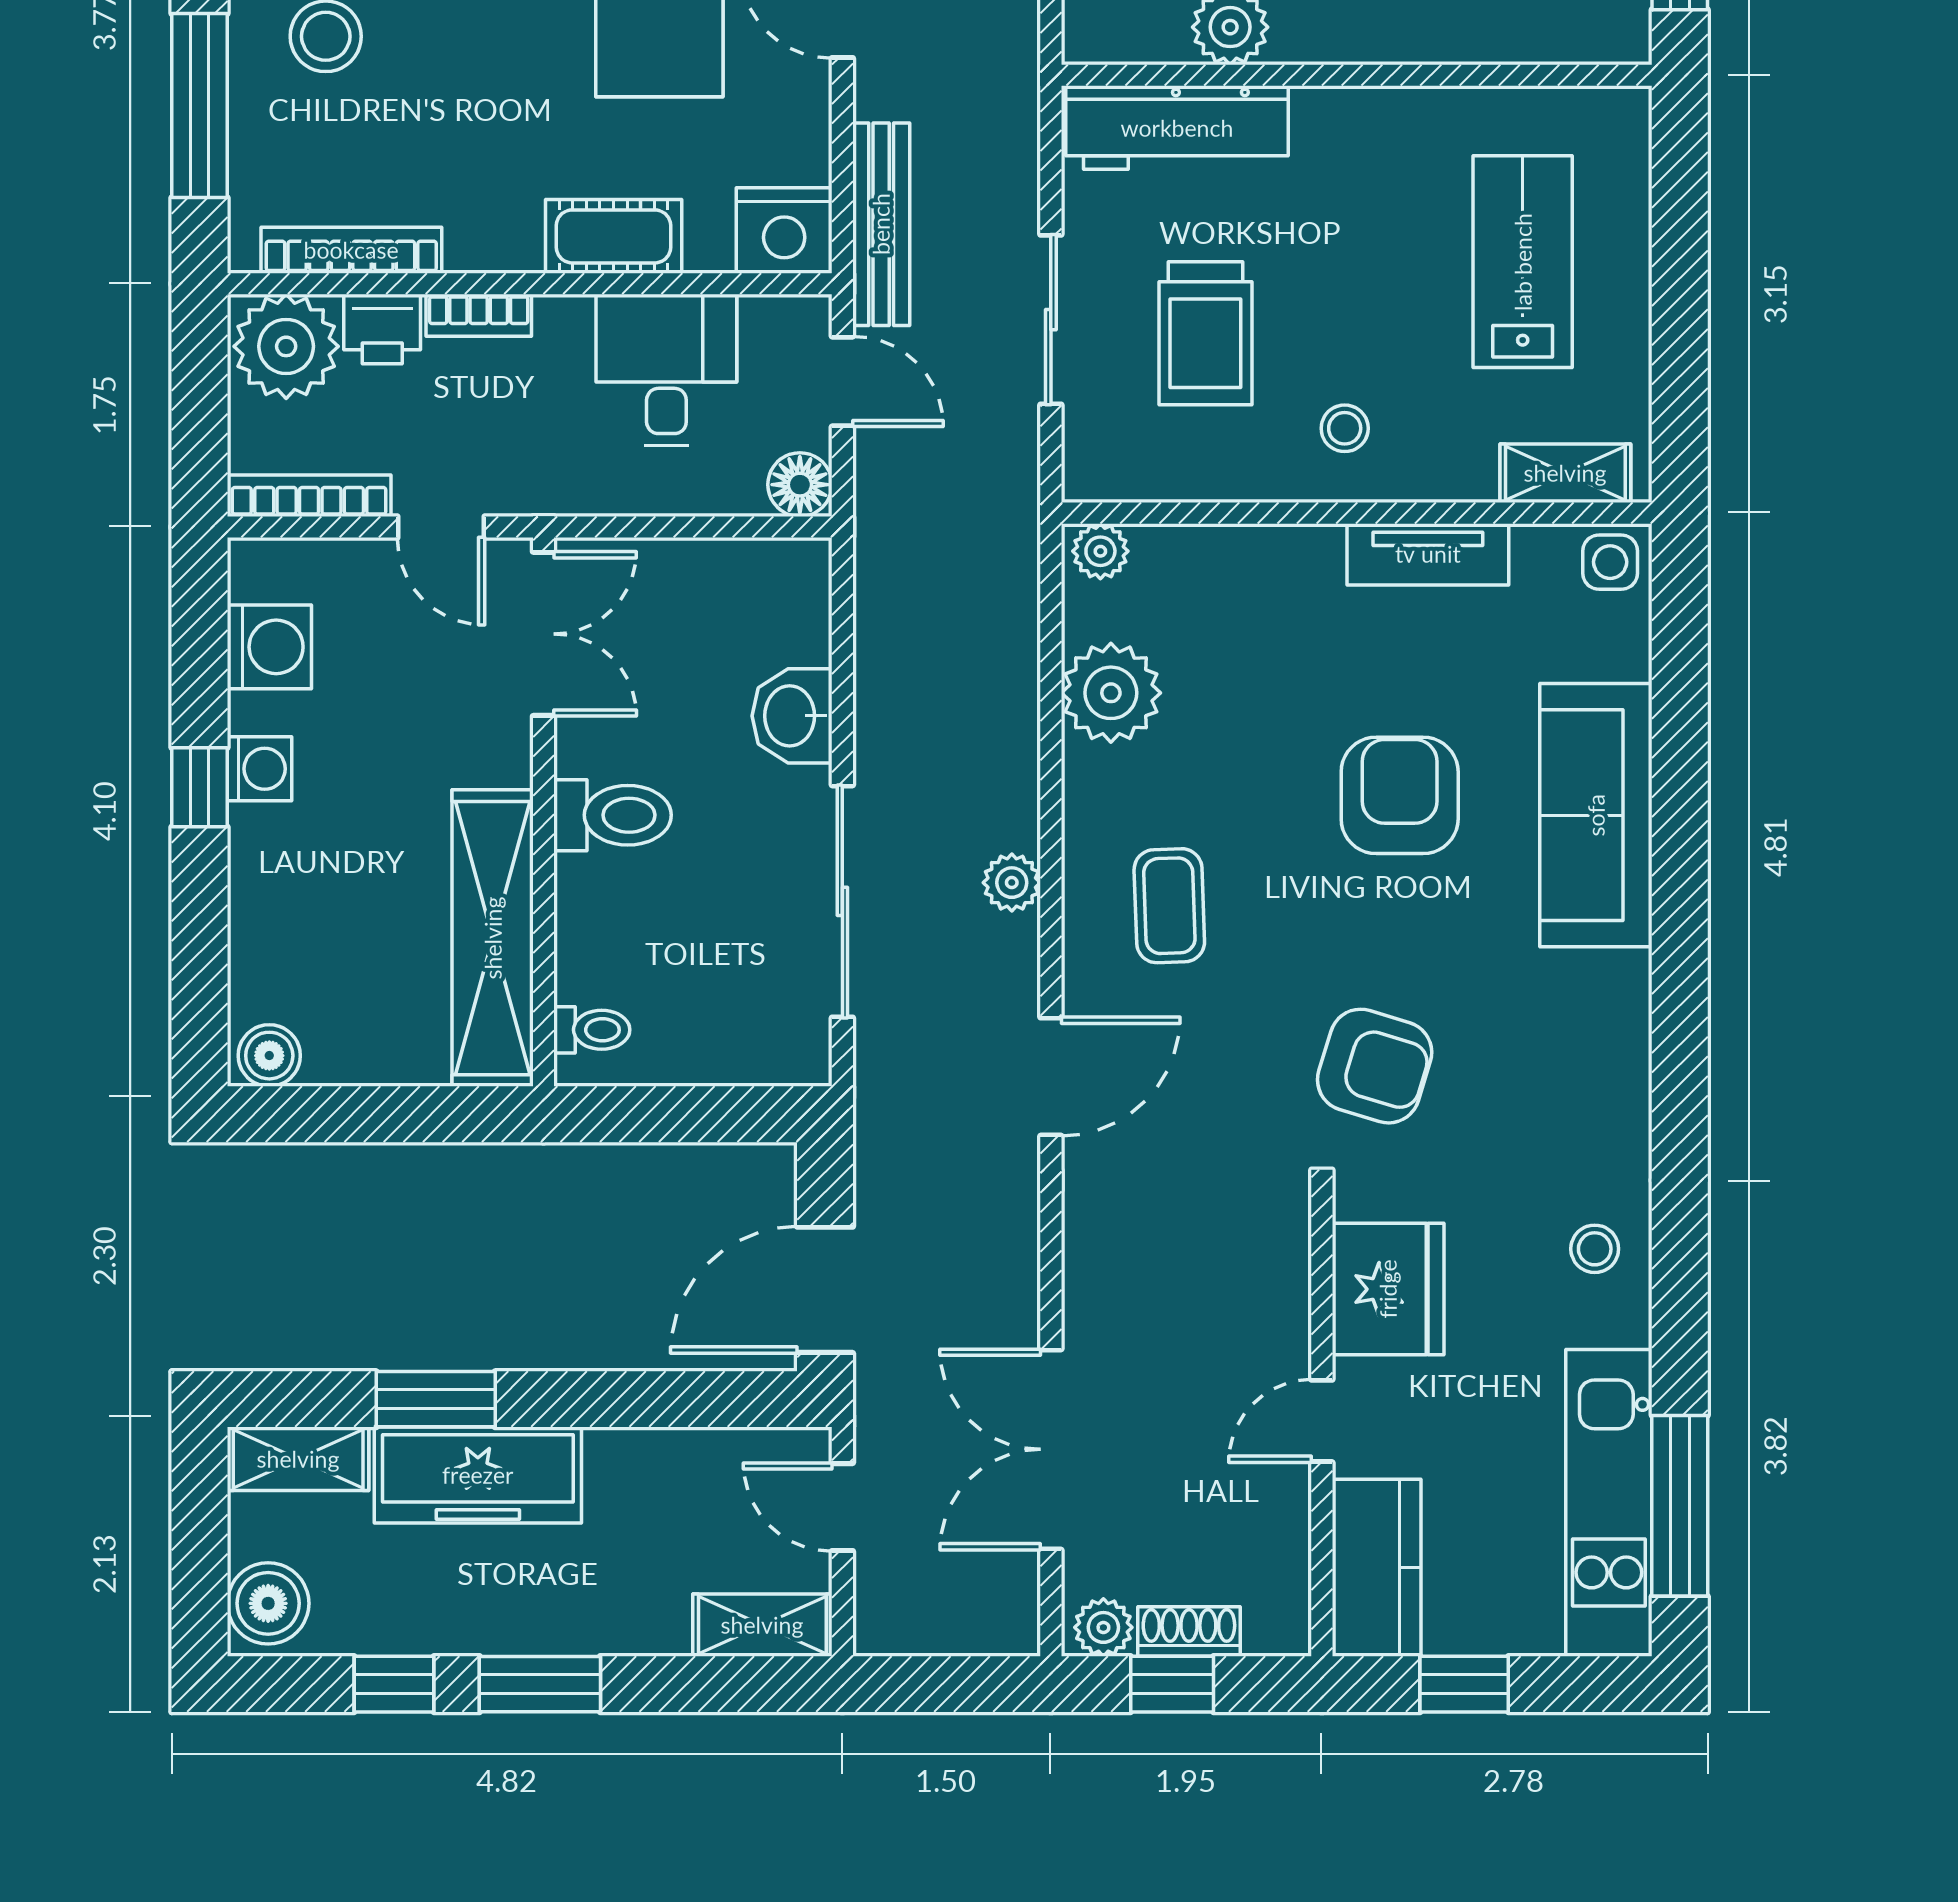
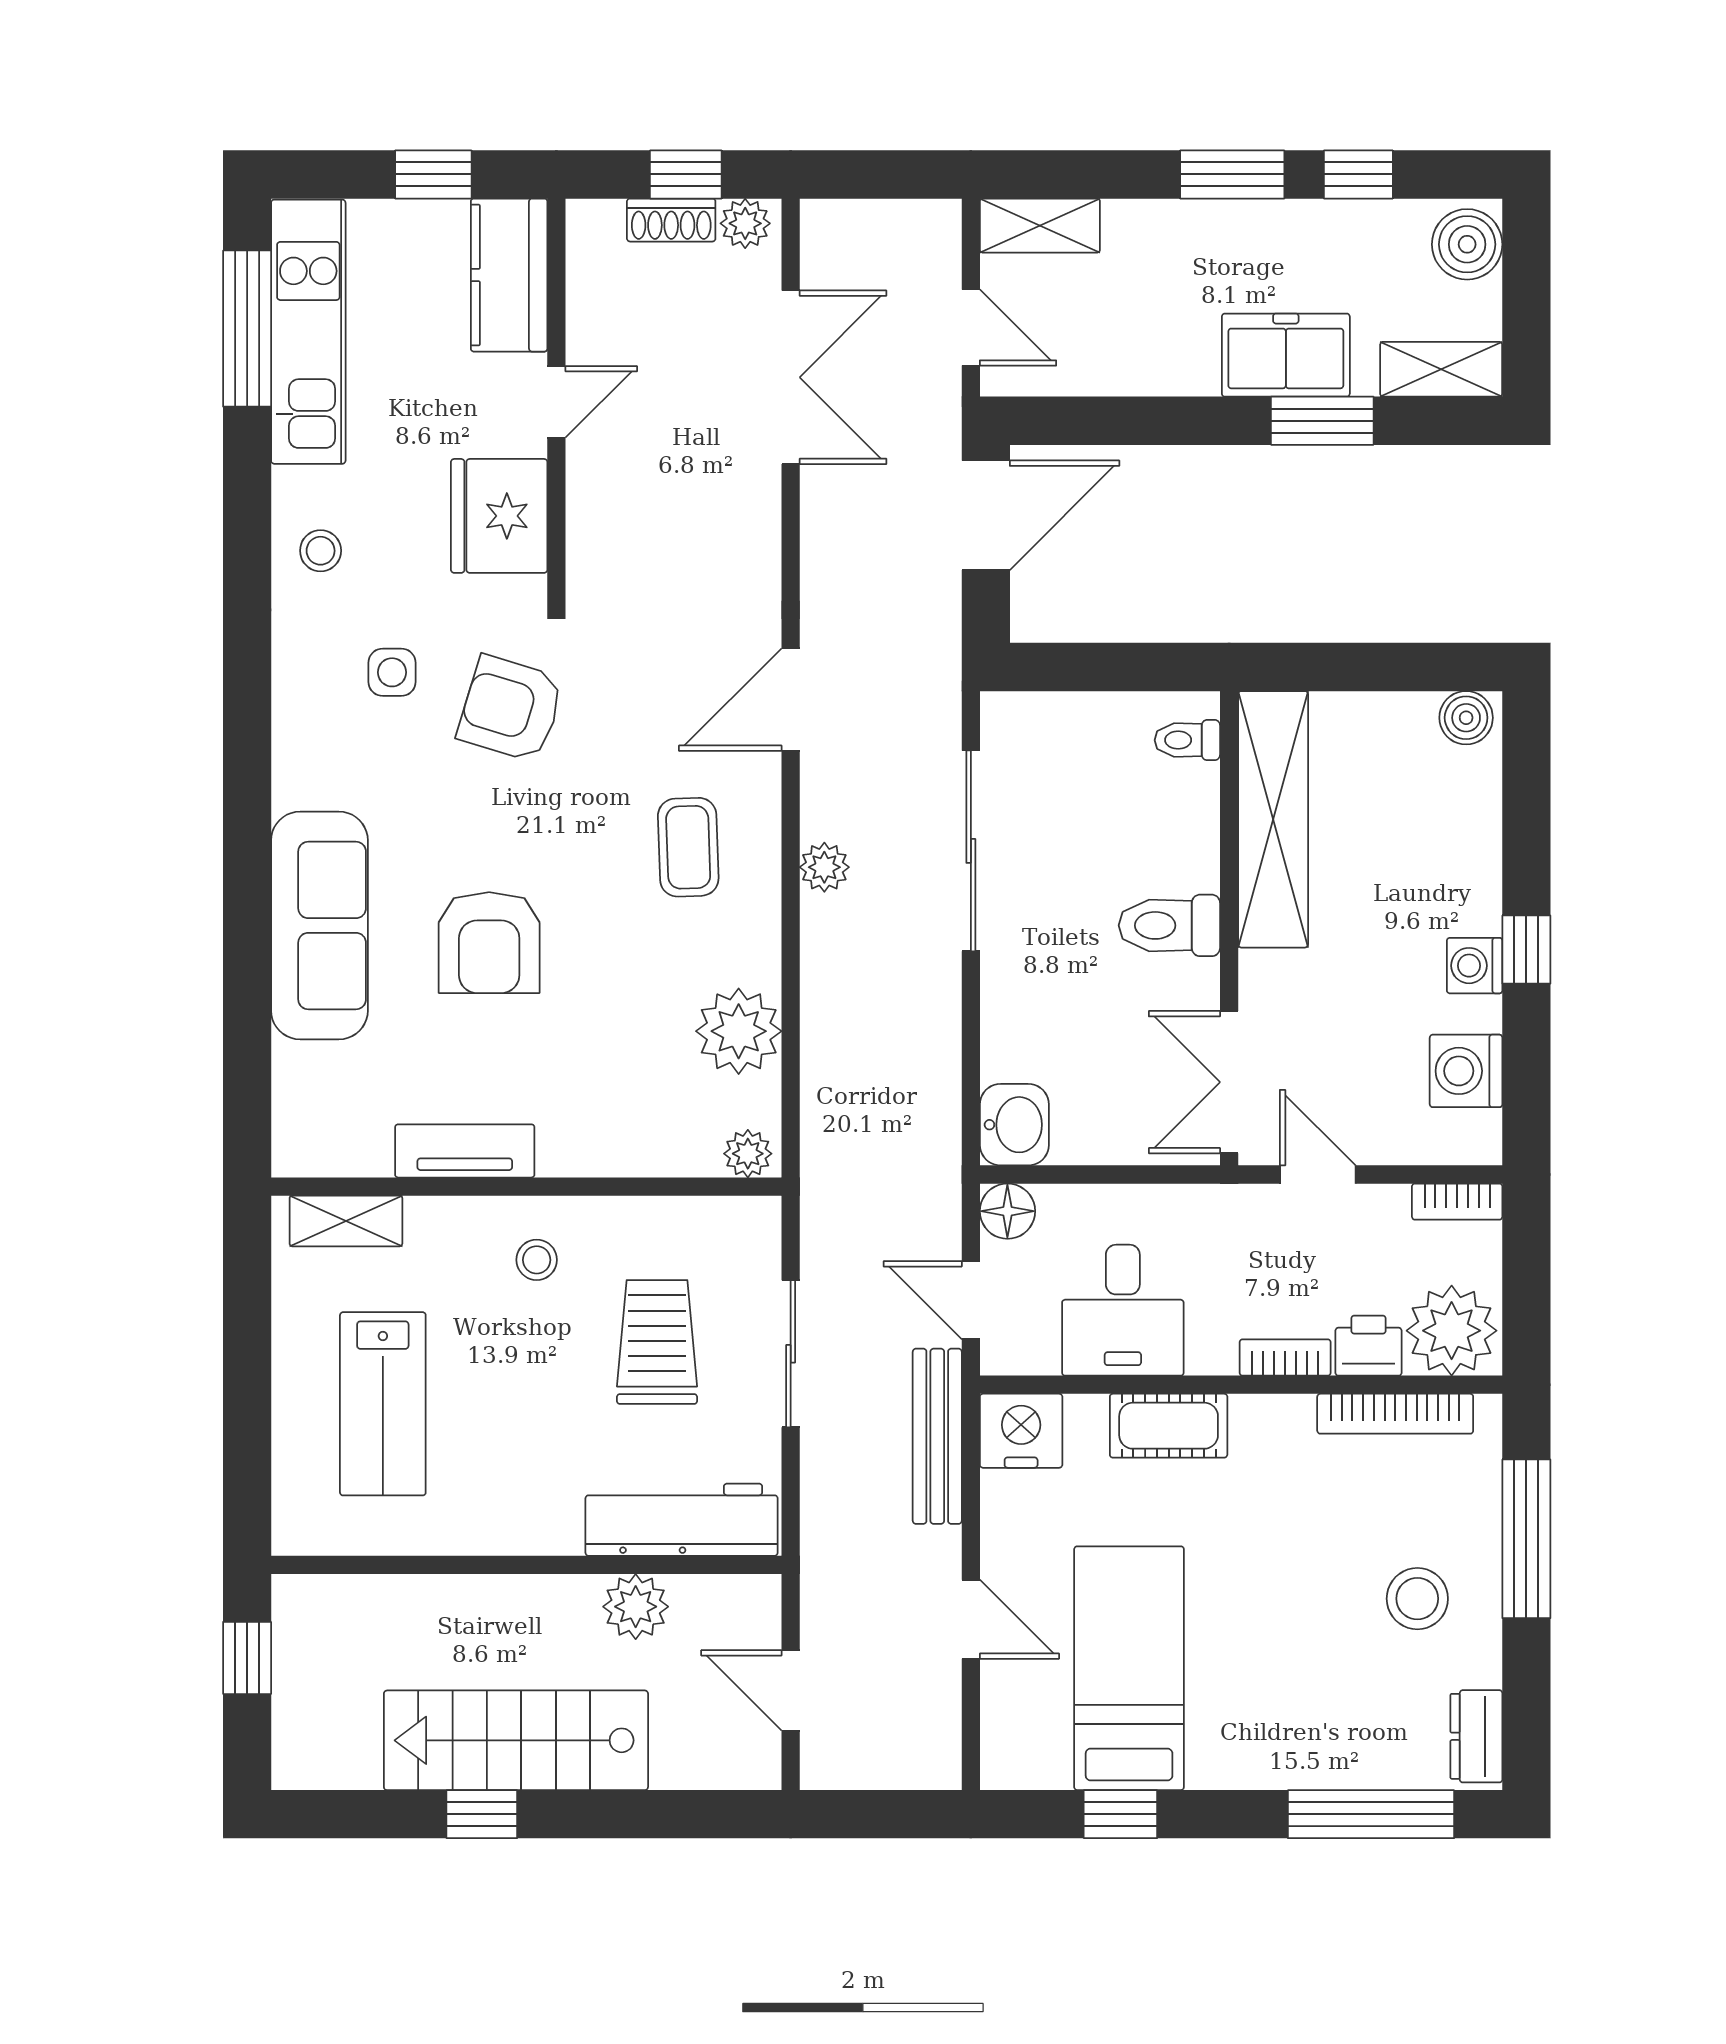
bookcase: (309, 496) -> (1457, 1202), width x0.64
side table: (1610, 562) -> (392, 672), moved
washbasin: (792, 716) -> (1014, 1125), moved
freezer: (478, 1475) -> (1286, 355), width x0.71

